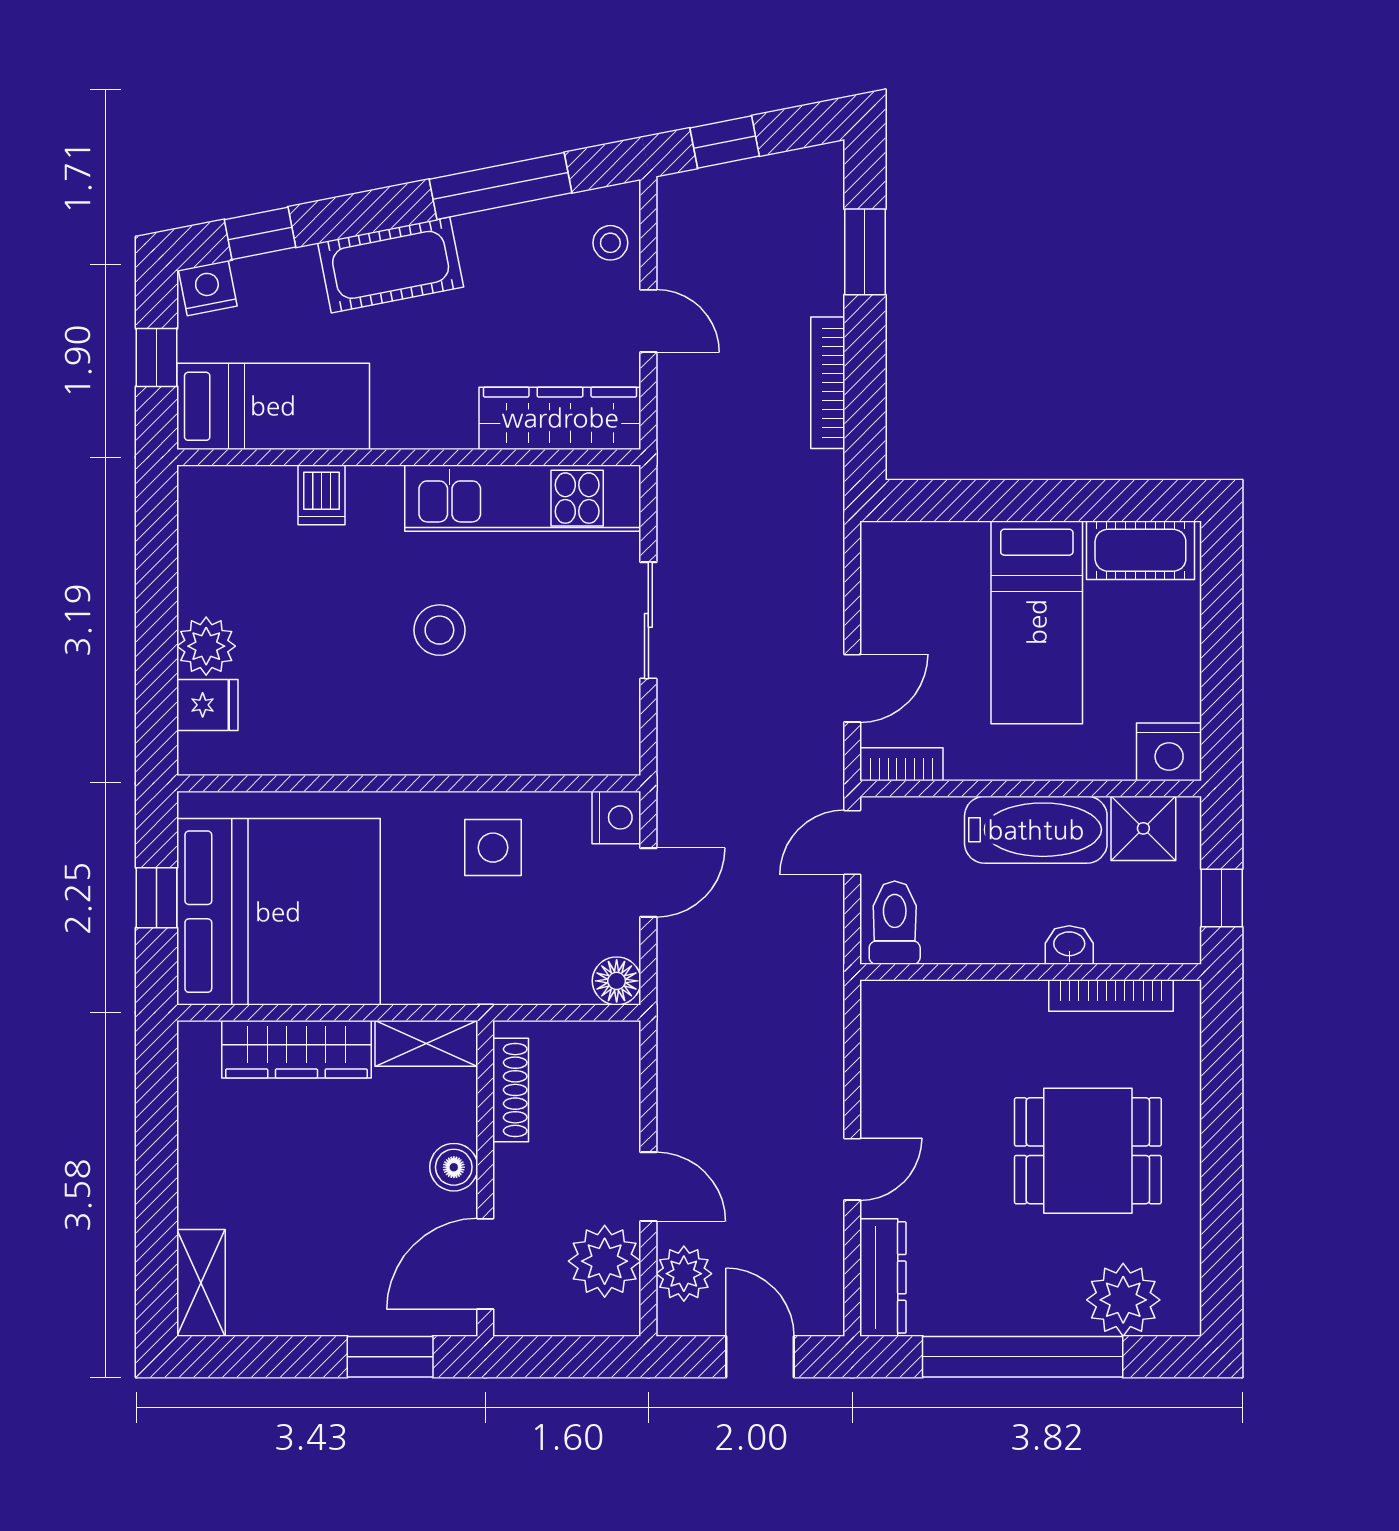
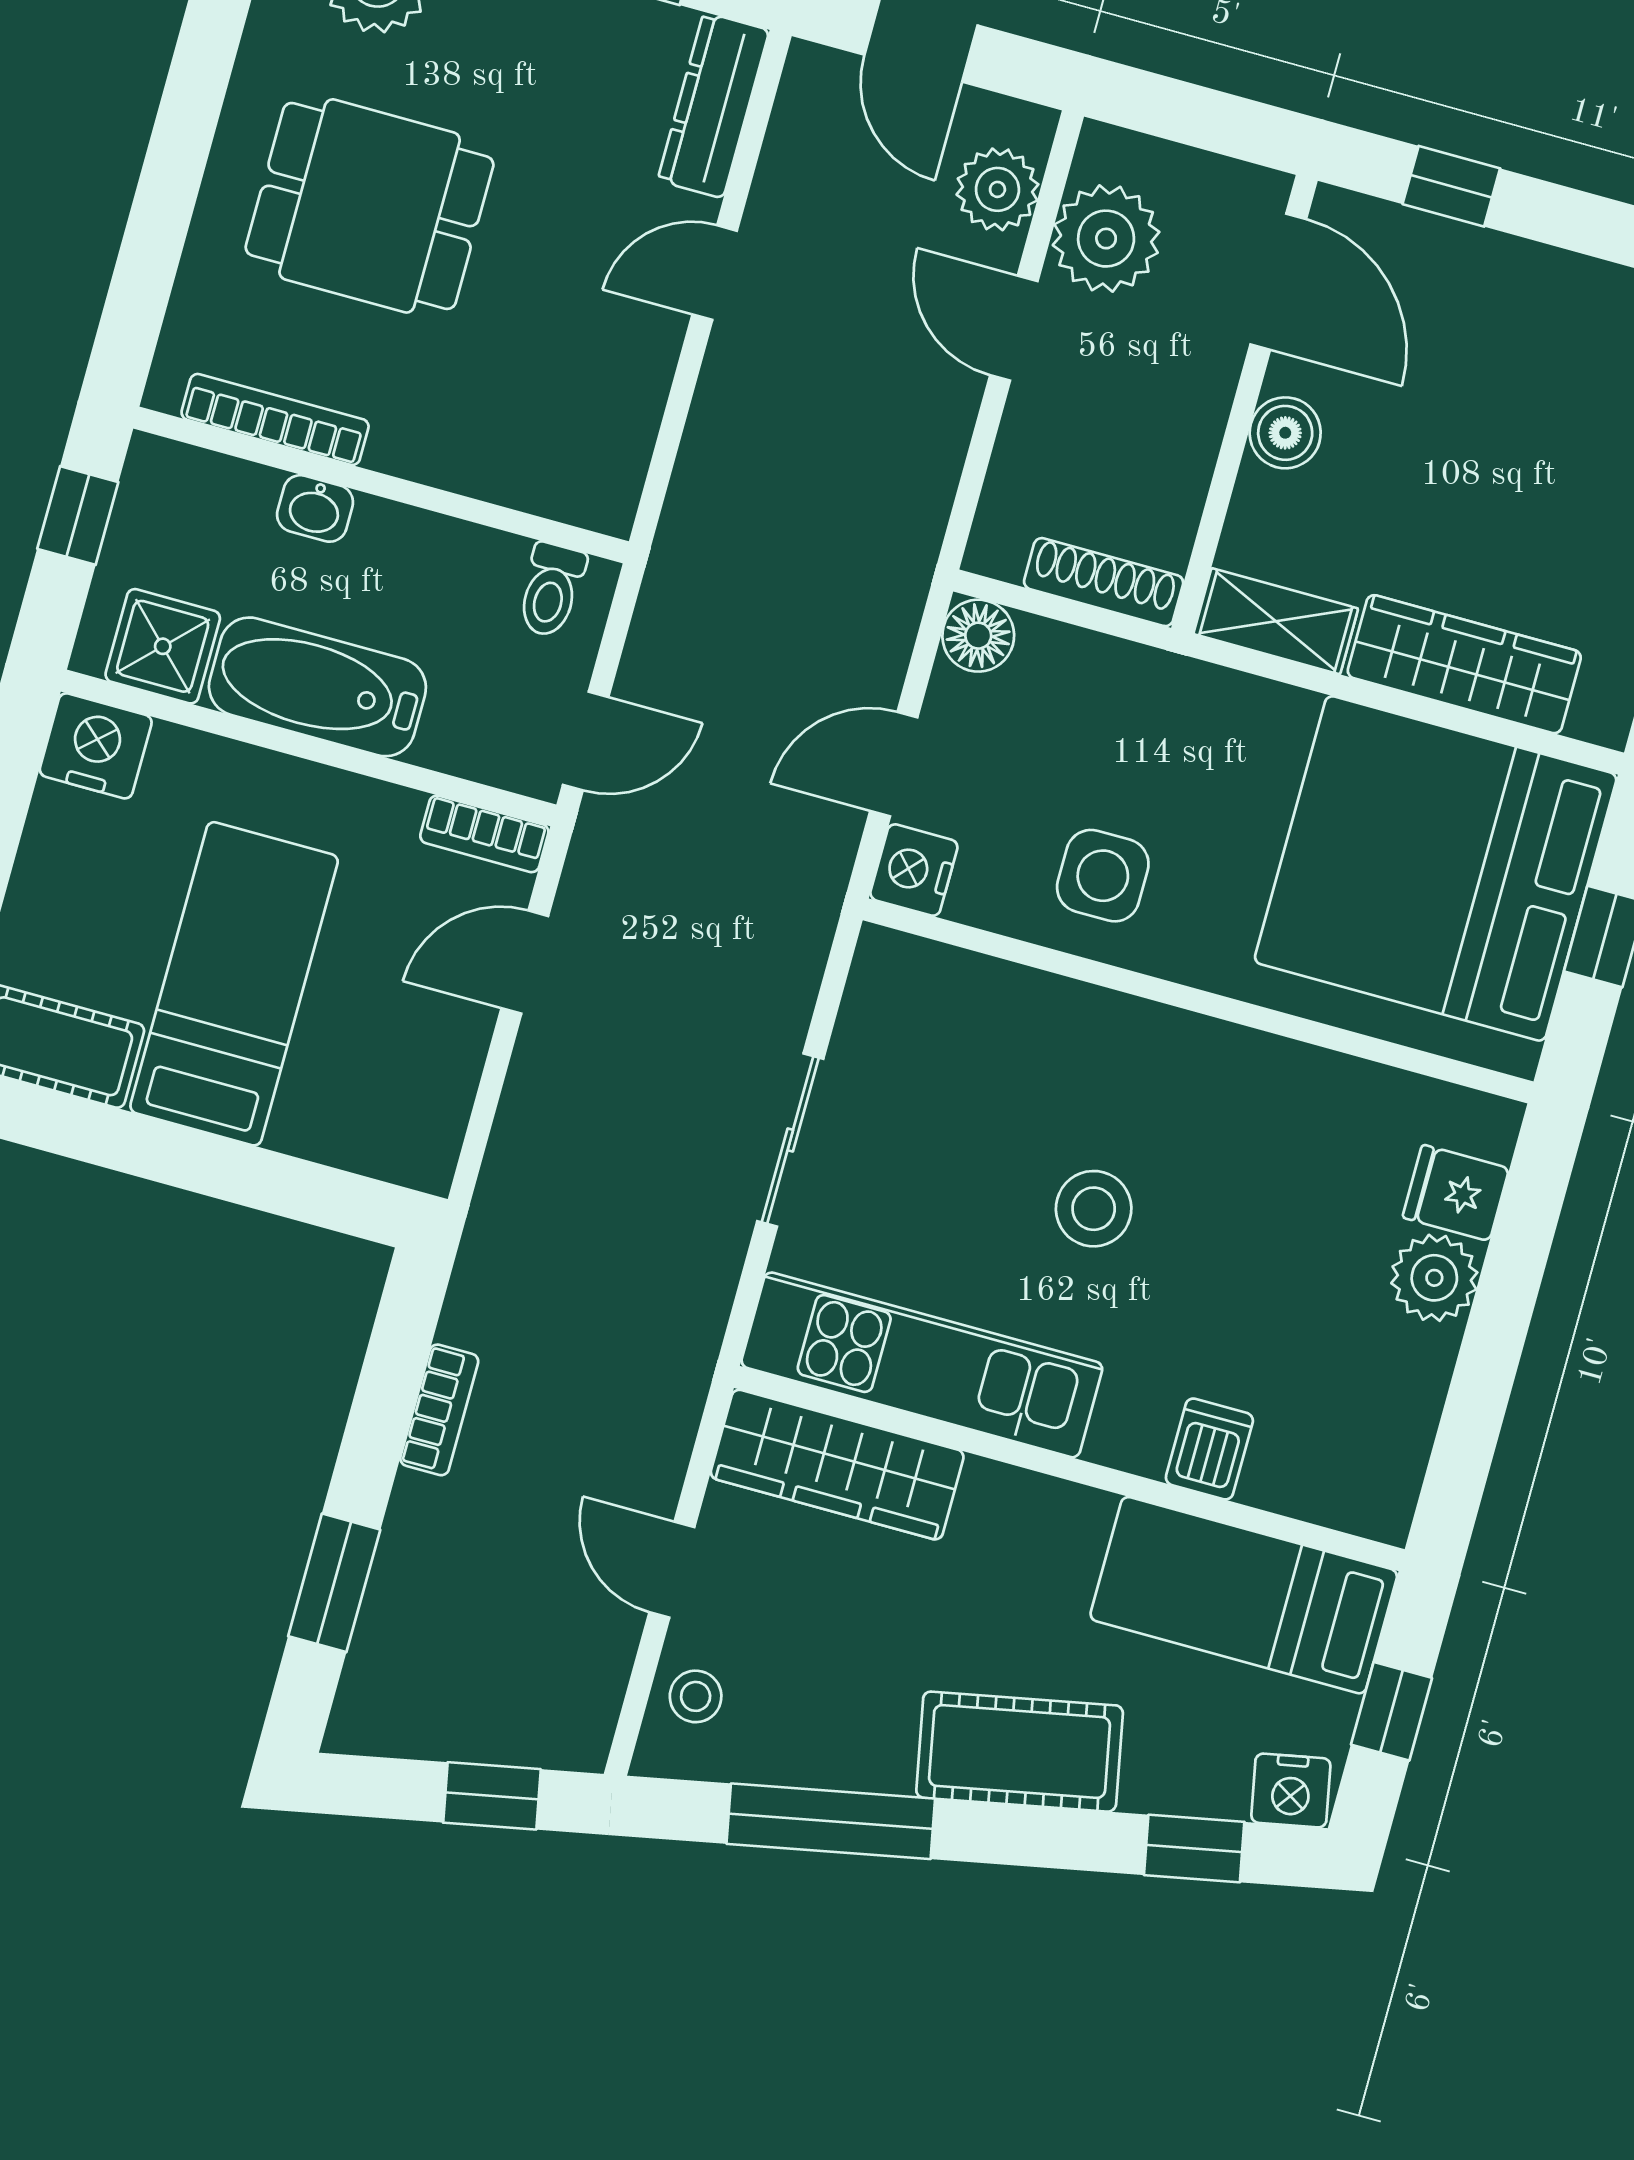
bookcase: (828, 383) -> (439, 1410), width x0.64
toilet: (895, 923) -> (551, 590), width x0.73, depth x0.72
shoe rack: (511, 1090) -> (1104, 582), moved, turned 90
door: (485, 1264) -> (1278, 282), hinge flipped
window: (390, 1357) -> (1451, 186), width x0.67

